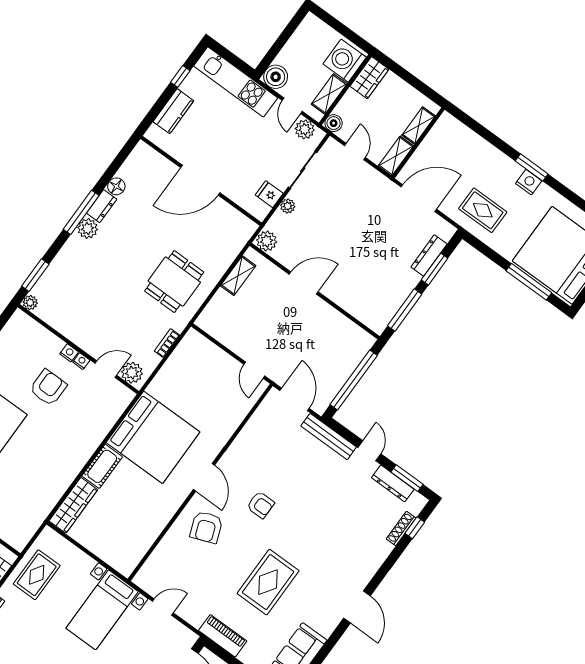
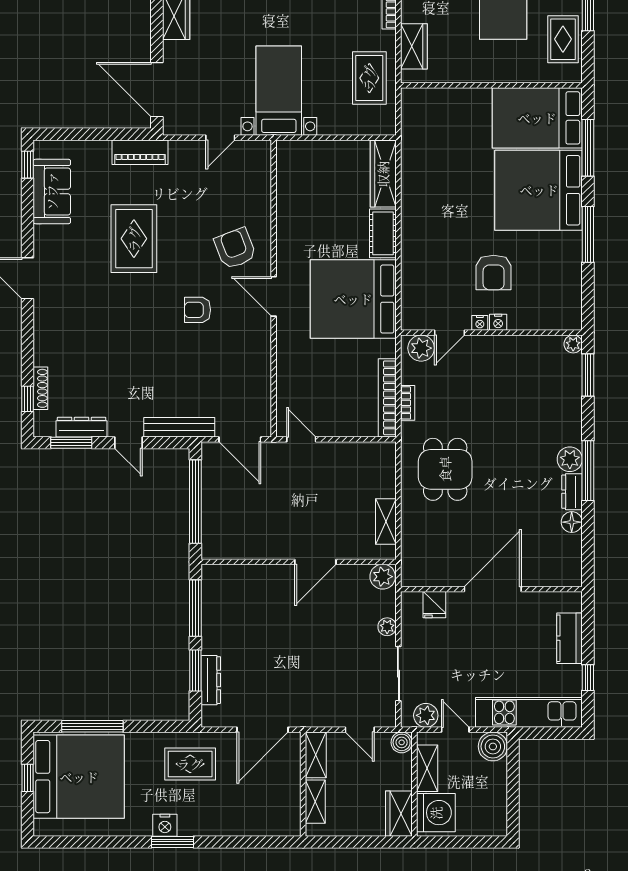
fridge: (269, 194) -> (434, 605), moved, turned 90
bookcase: (178, 356) -> (387, 398), added

